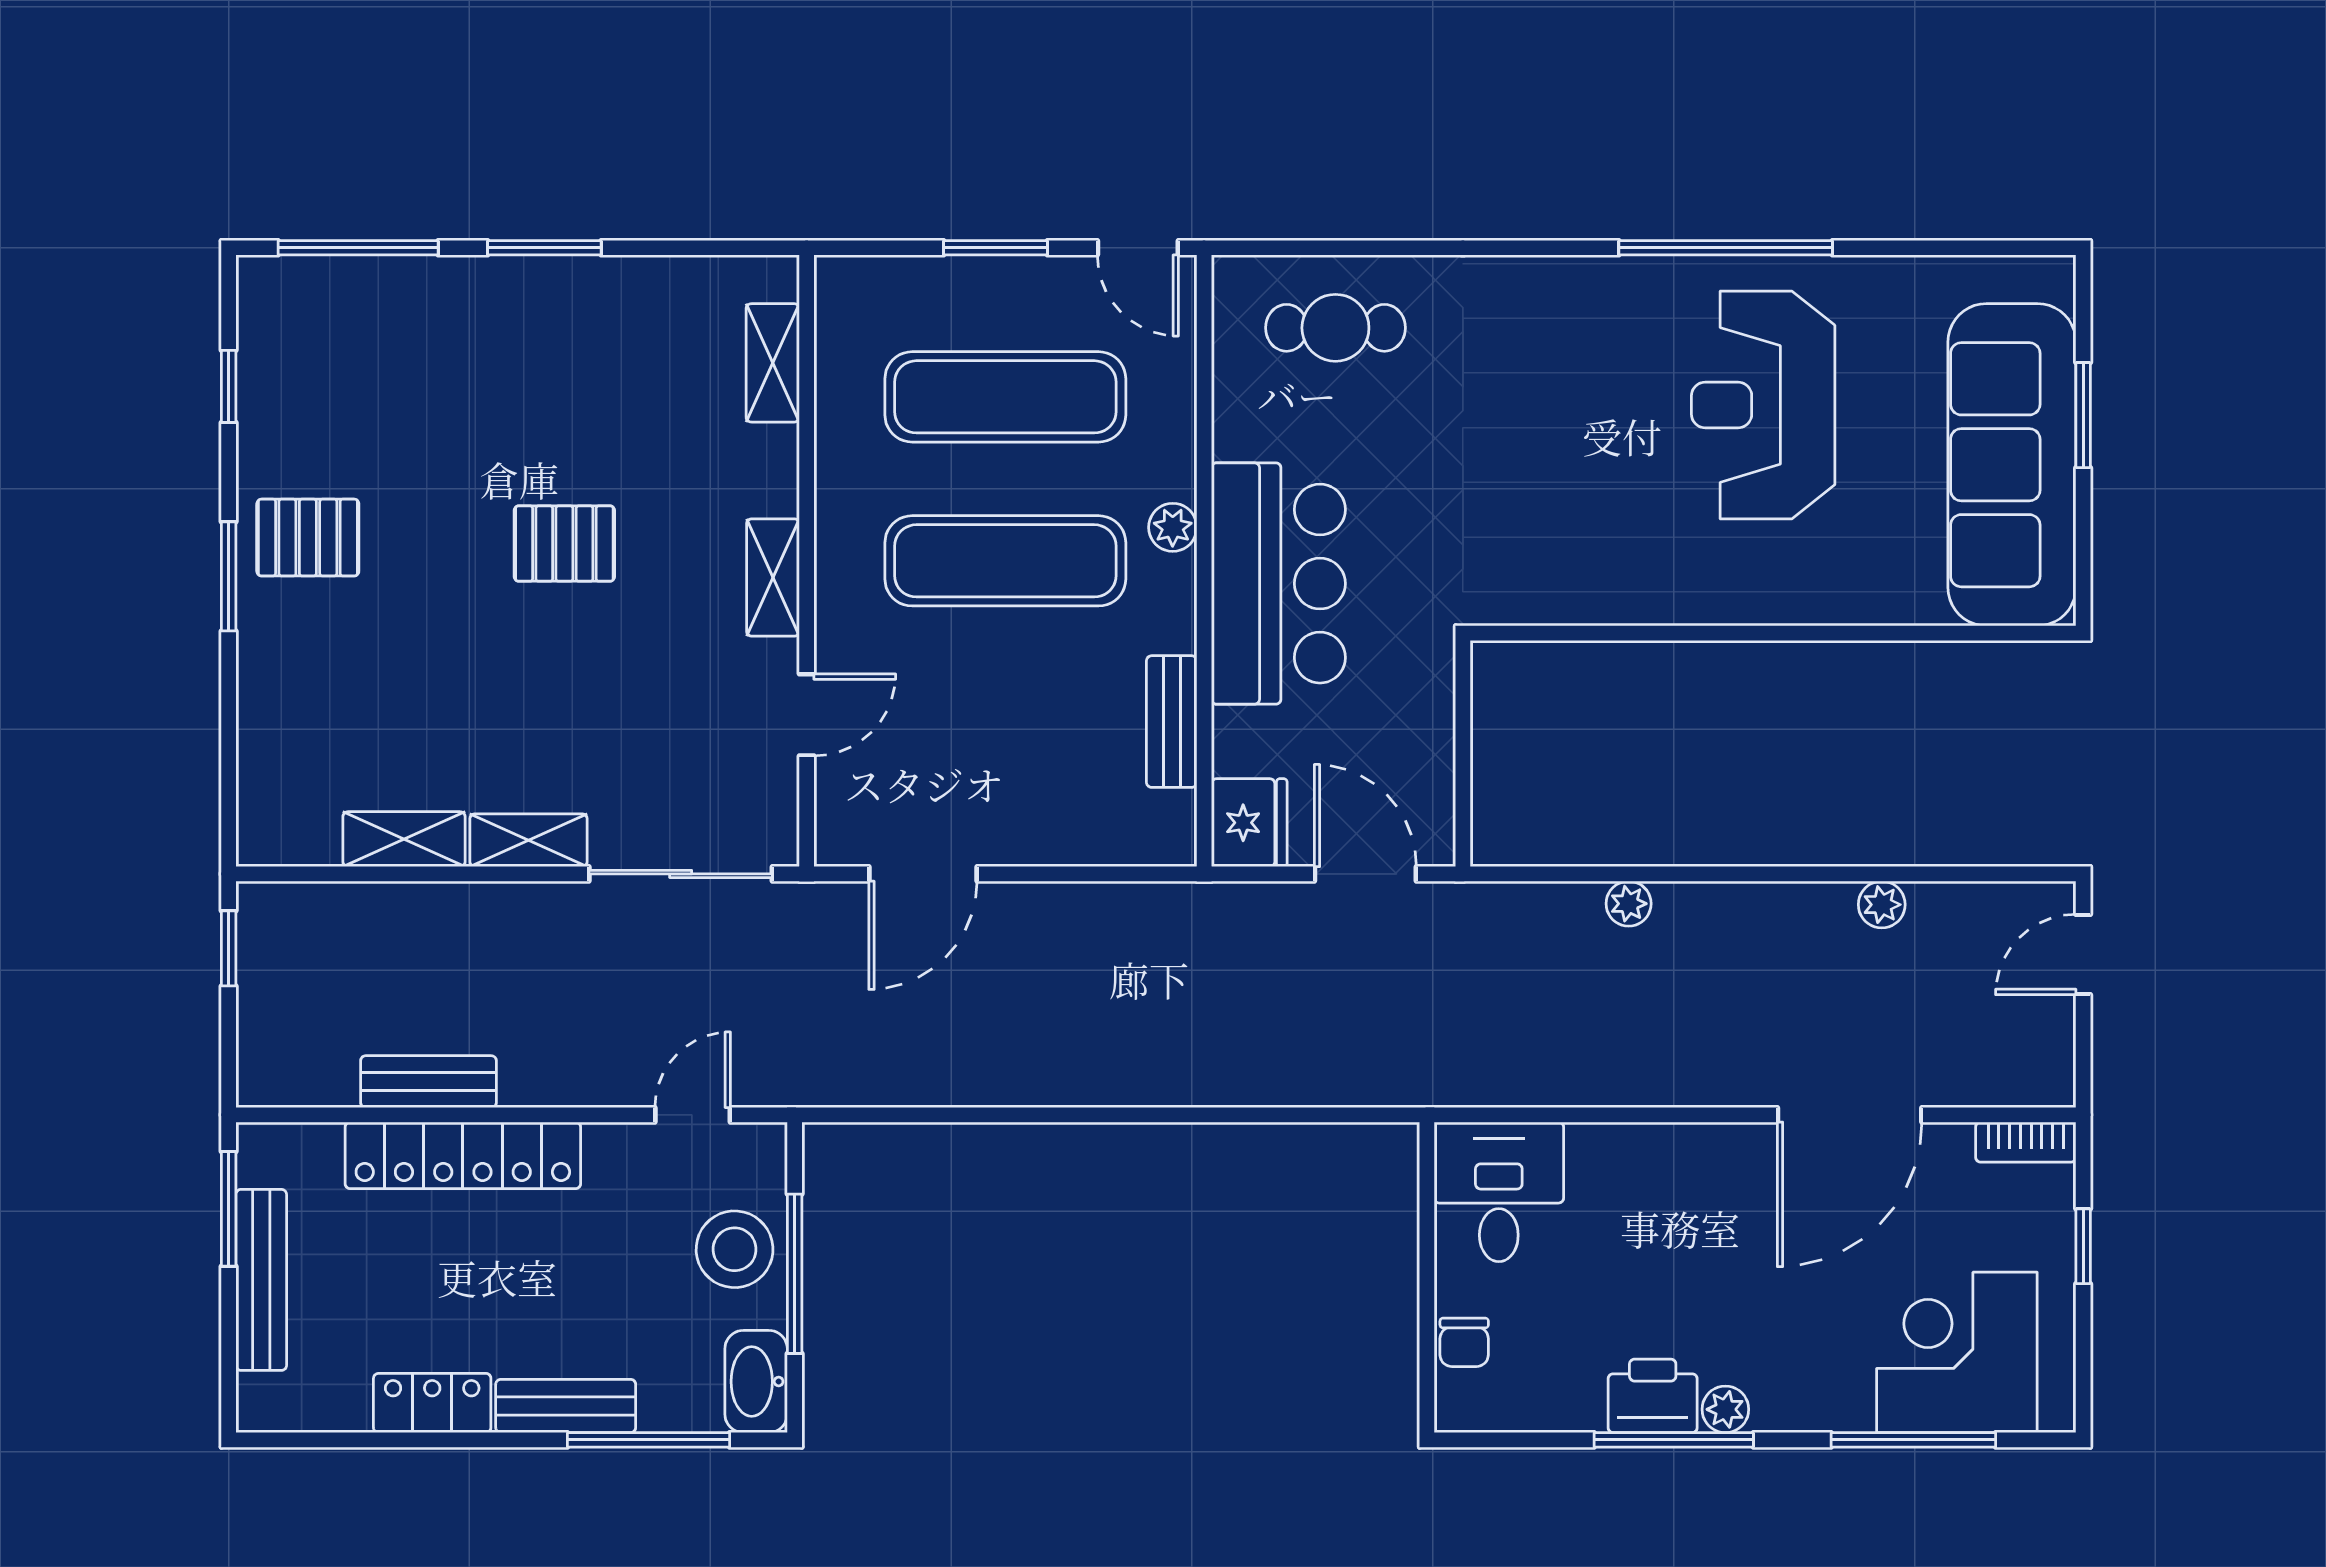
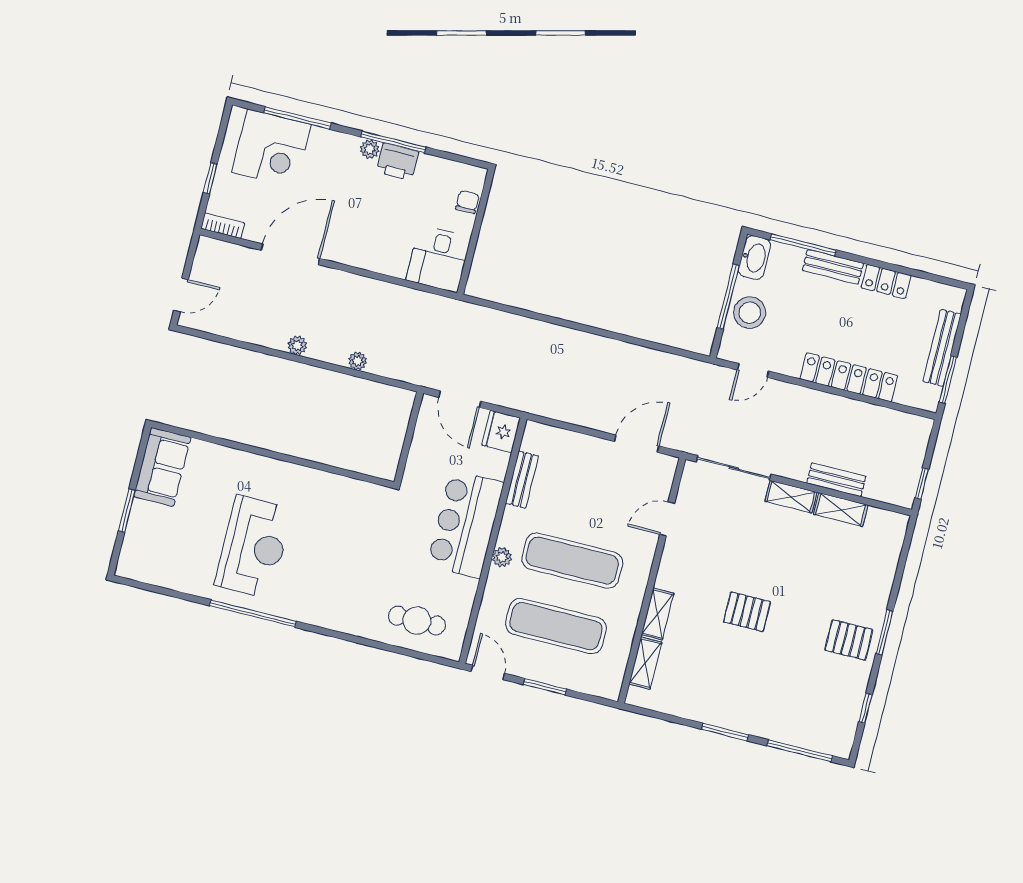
sofa: (2012, 465) -> (162, 467), width x0.54, depth x0.79
shelving: (773, 578) -> (658, 614), moved
plant: (1882, 905) -> (297, 345), moved
bench: (428, 1082) -> (836, 480), moved

